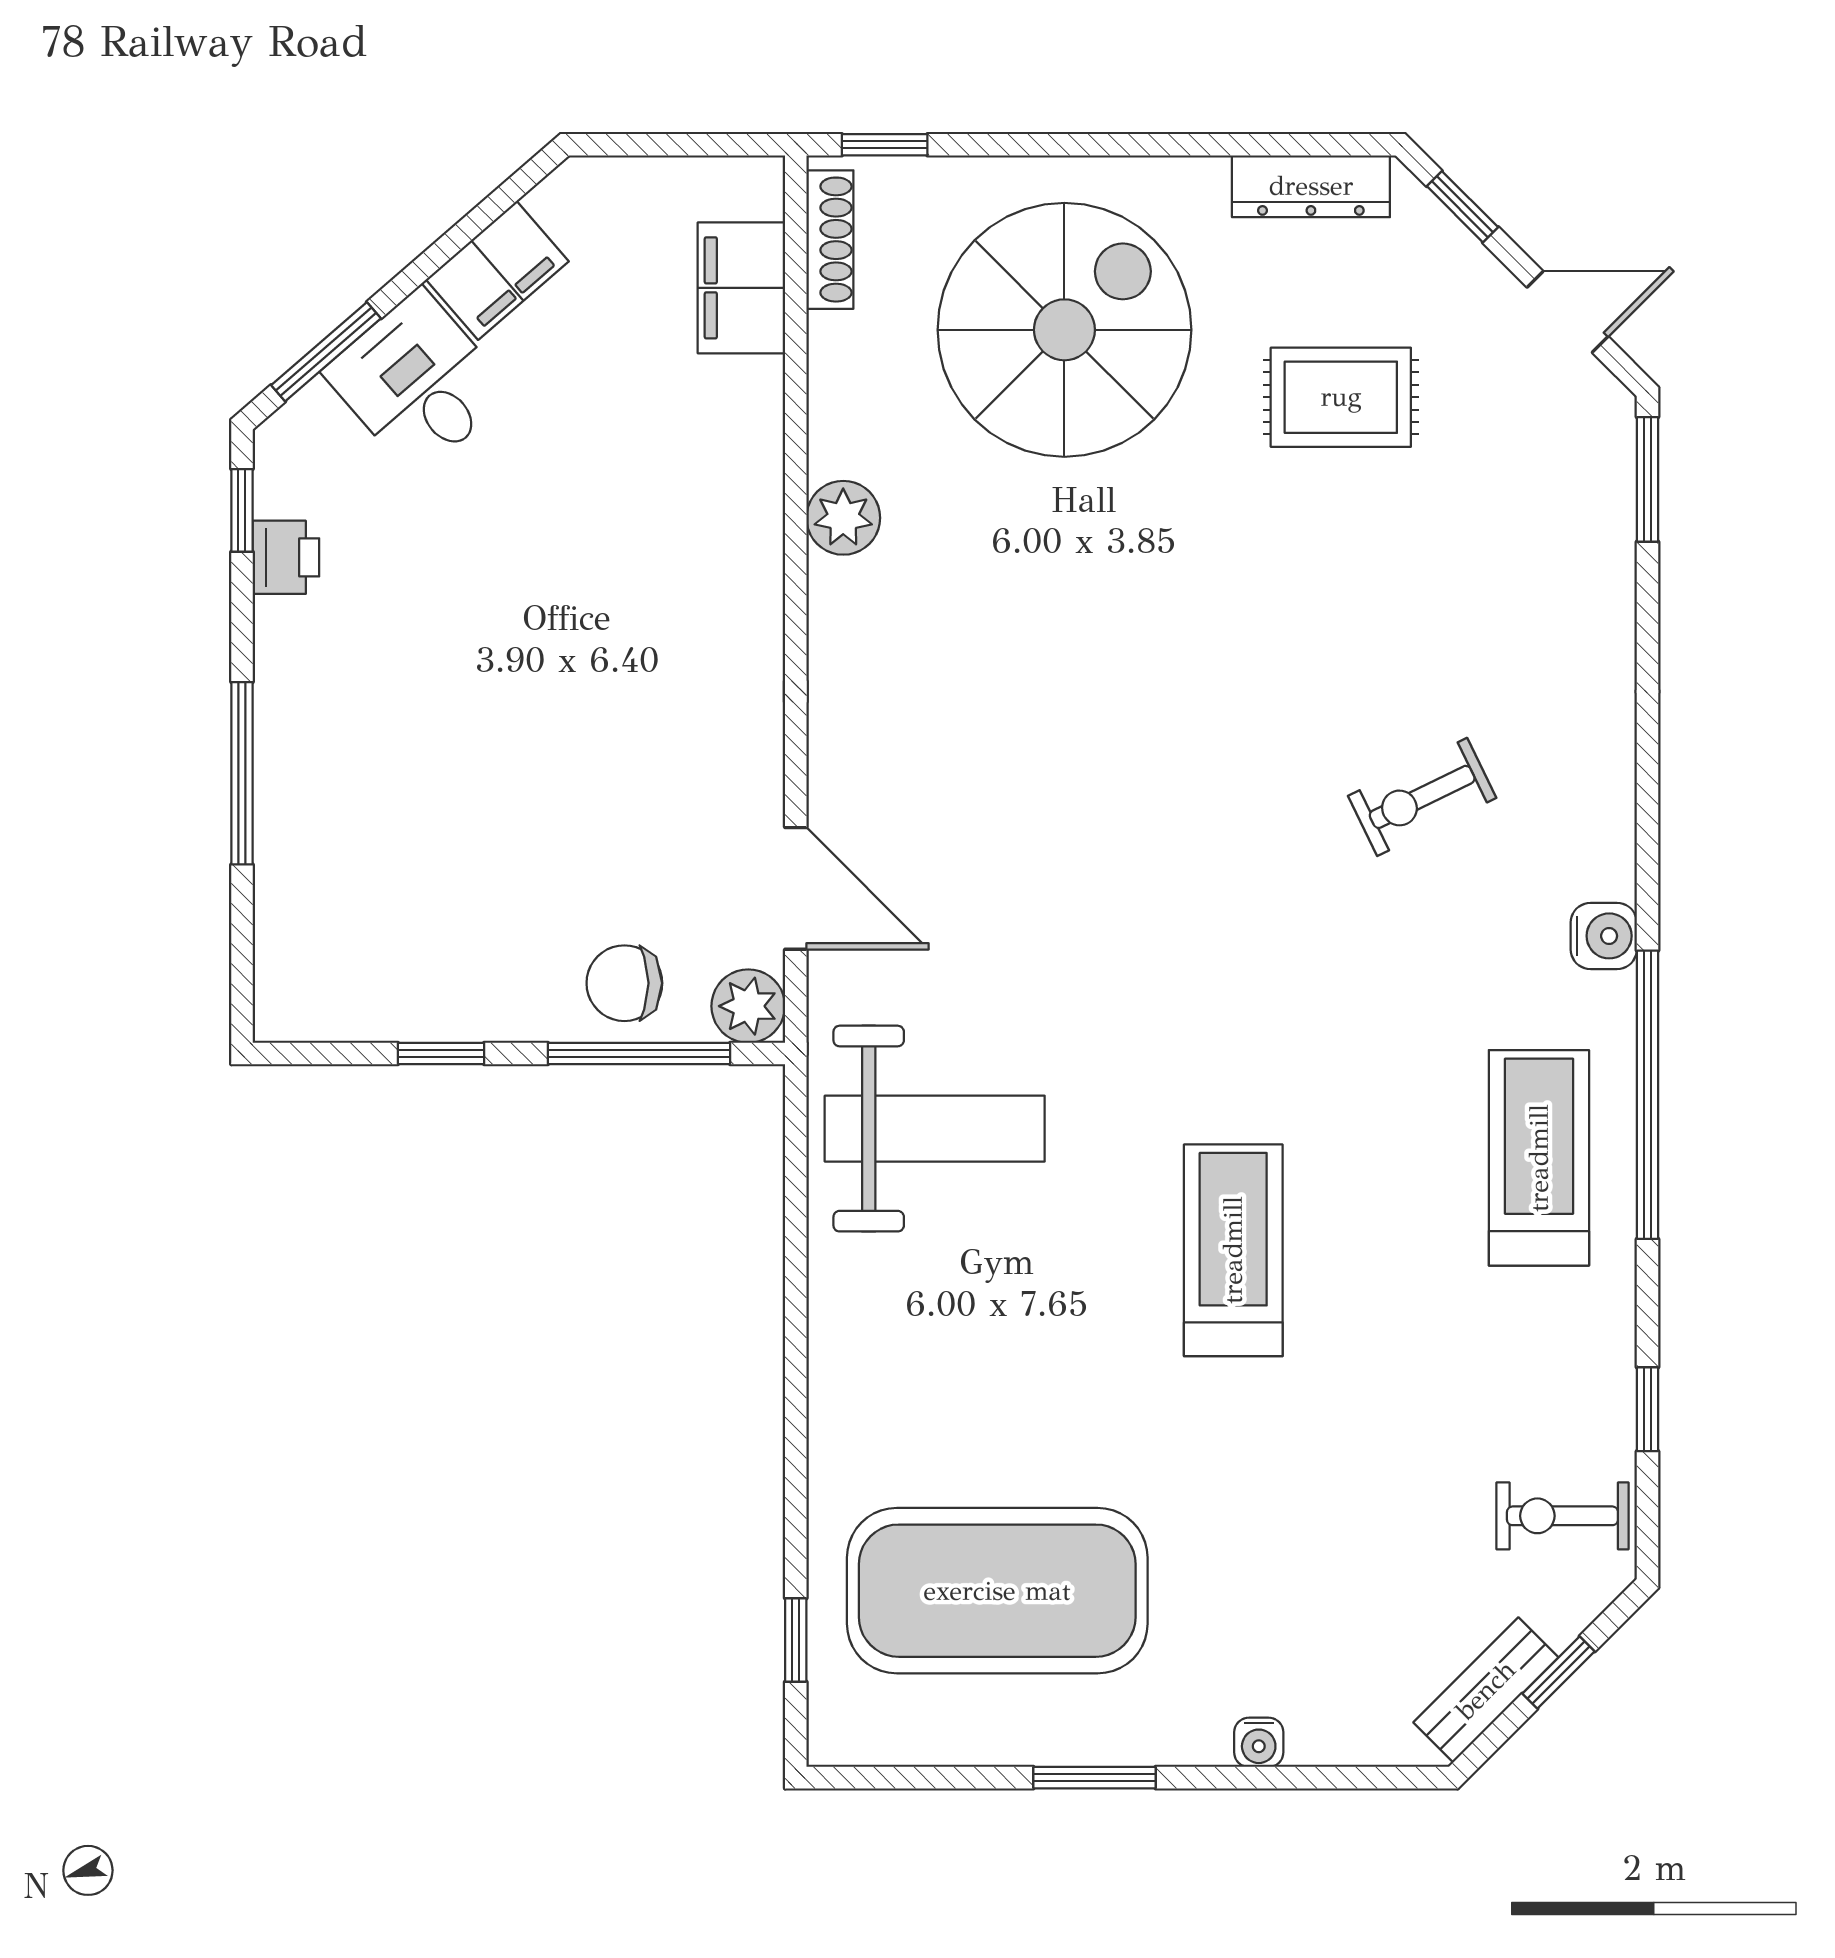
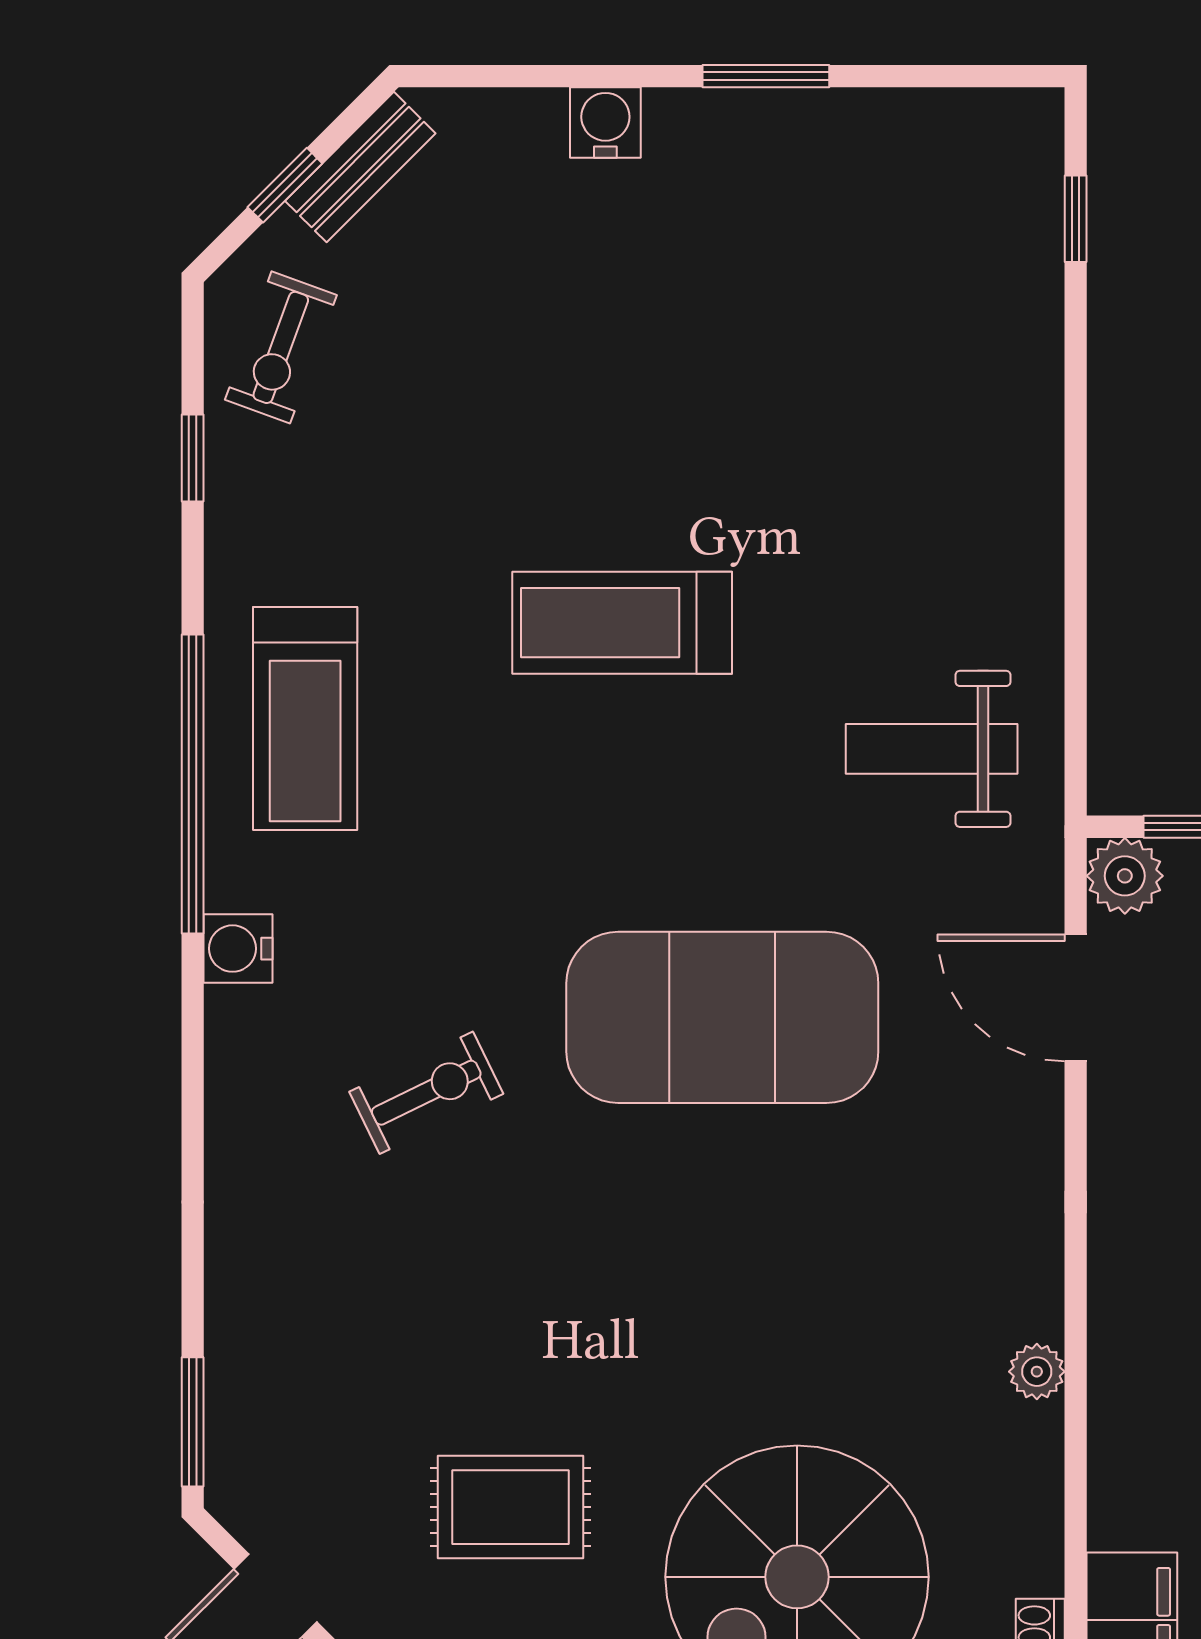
plant: (843, 518) -> (1037, 1372), width x0.73, depth x0.73
weight bench: (935, 1129) -> (932, 749), width x0.73, depth x0.75
treadmill: (1233, 1250) -> (622, 623), turned 90
exercise bike: (1562, 1516) -> (281, 347), turned 110
exercise mat: (997, 1591) -> (722, 1017), moved
water cooler: (1259, 1742) -> (605, 122), width x1.38, depth x1.38

